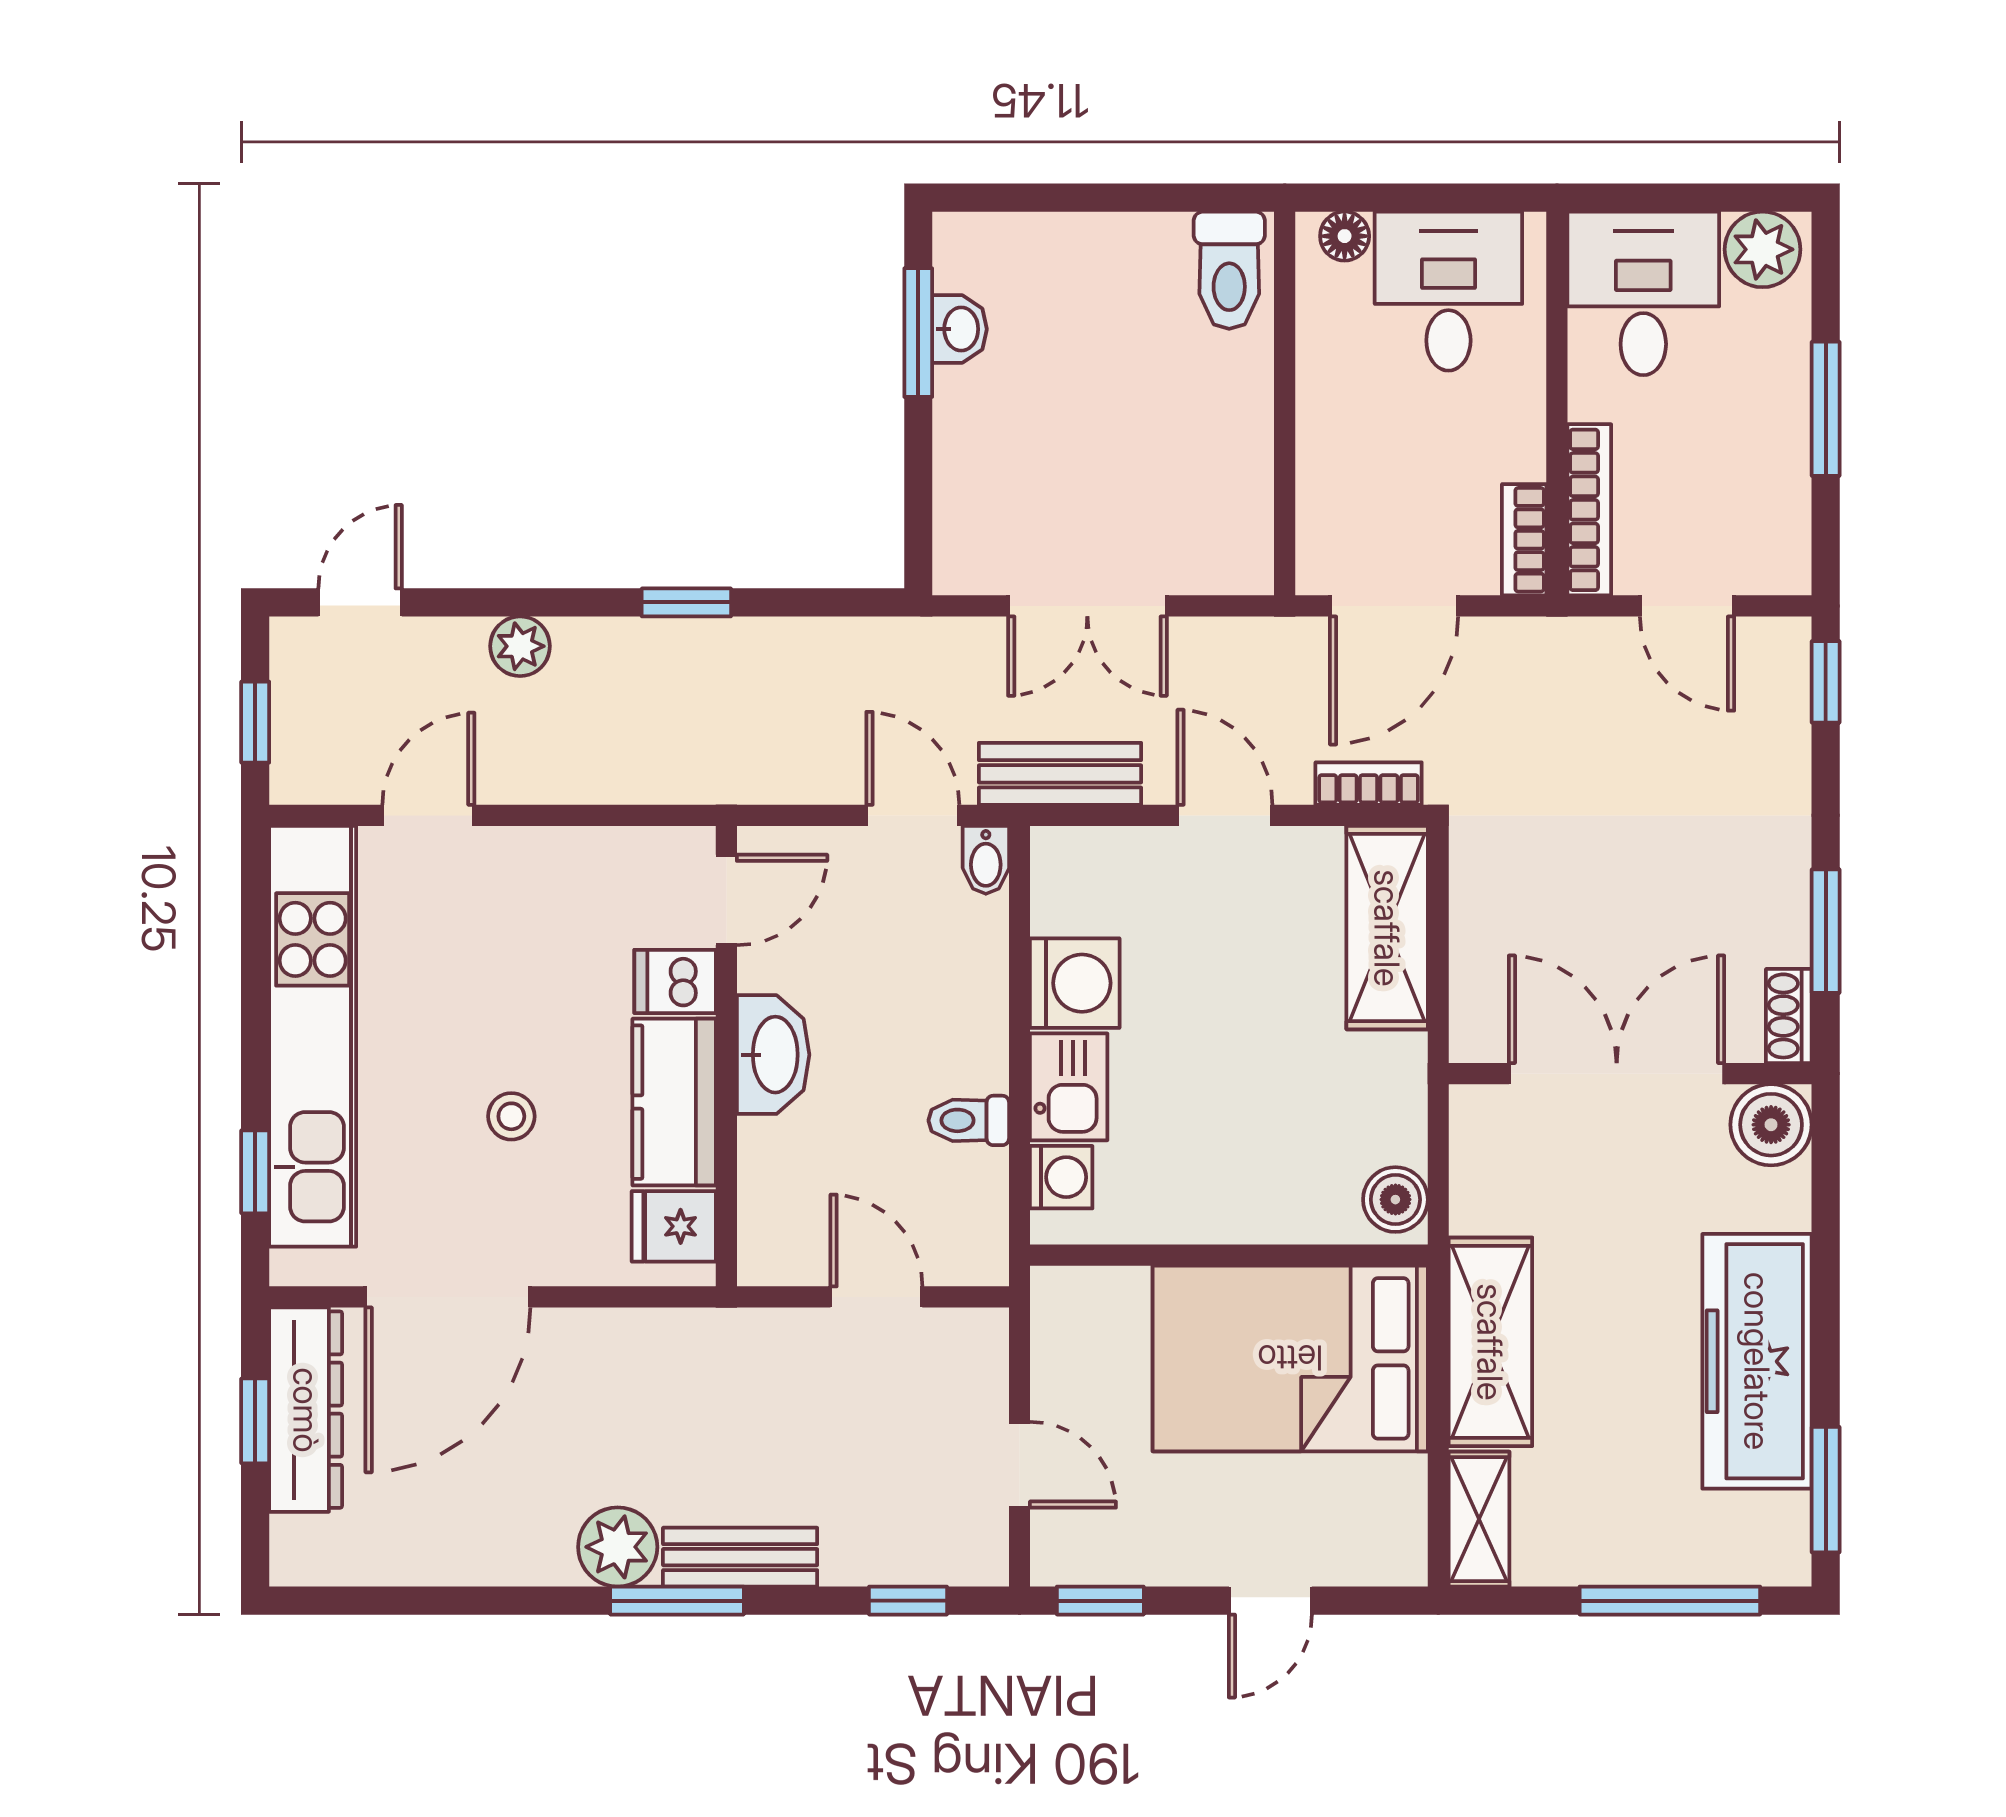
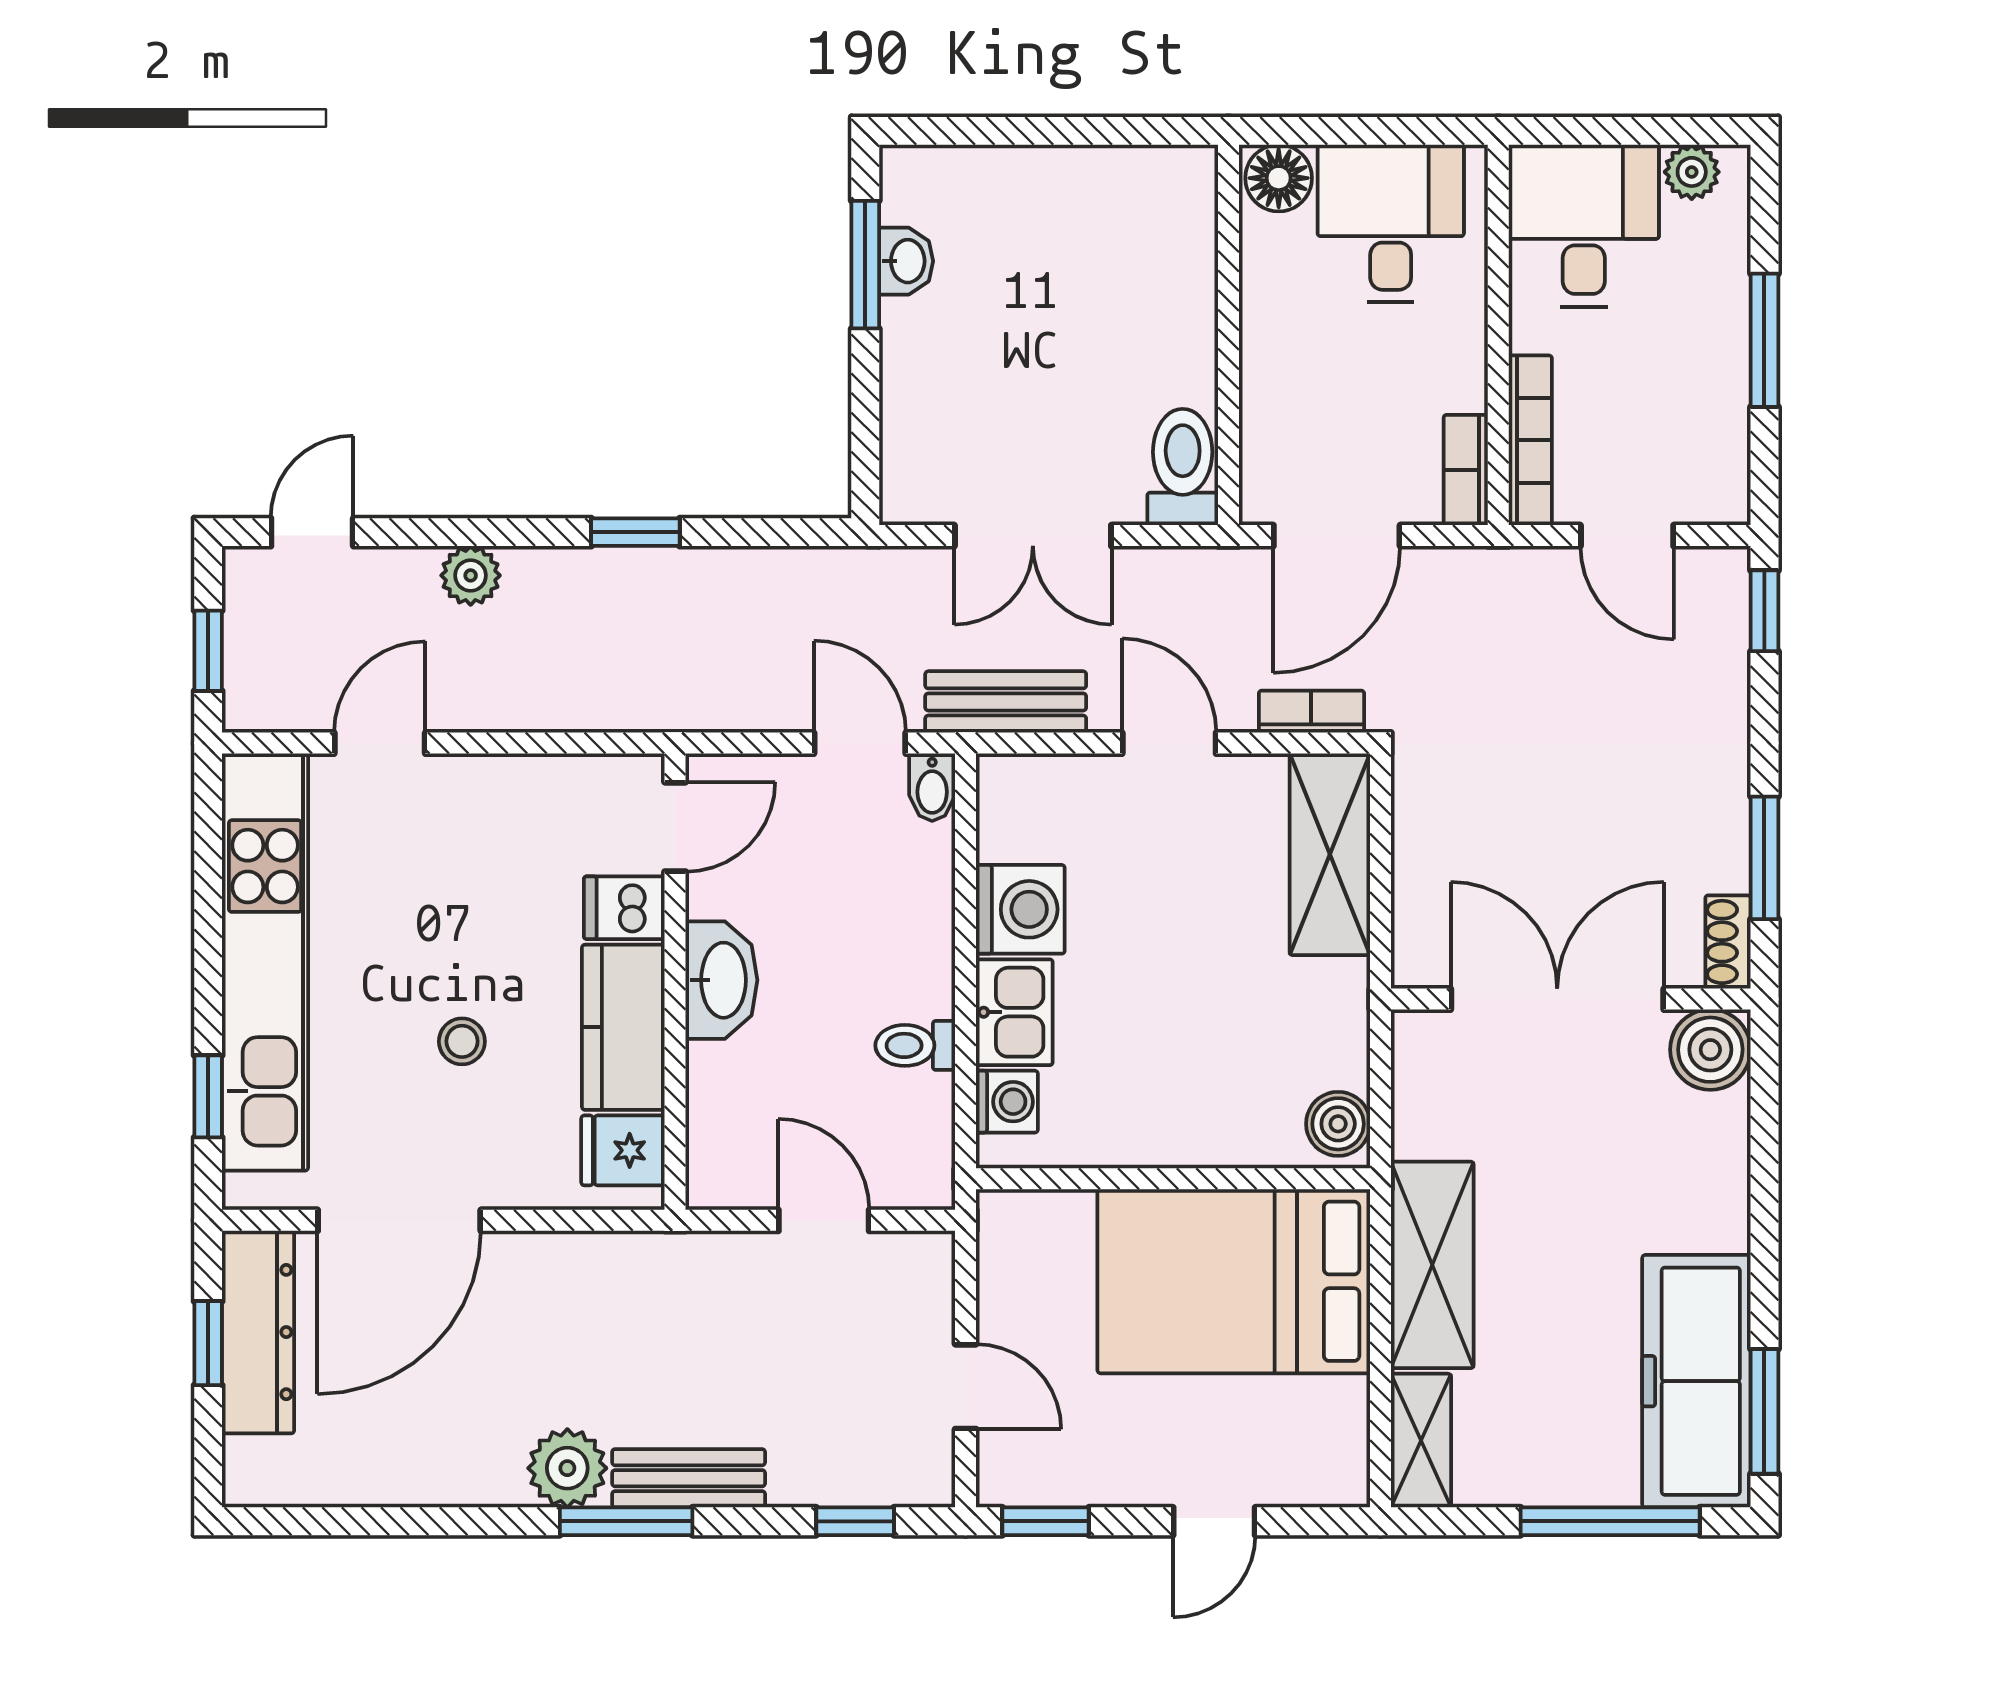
floor lamp: (1345, 236) -> (1279, 178), width x1.37, depth x1.37
plant: (1763, 249) -> (1692, 172), width x0.73, depth x0.73
toilet: (1229, 270) -> (1183, 467), moved, turned 180
freezer: (1757, 1361) -> (1696, 1381), moved

